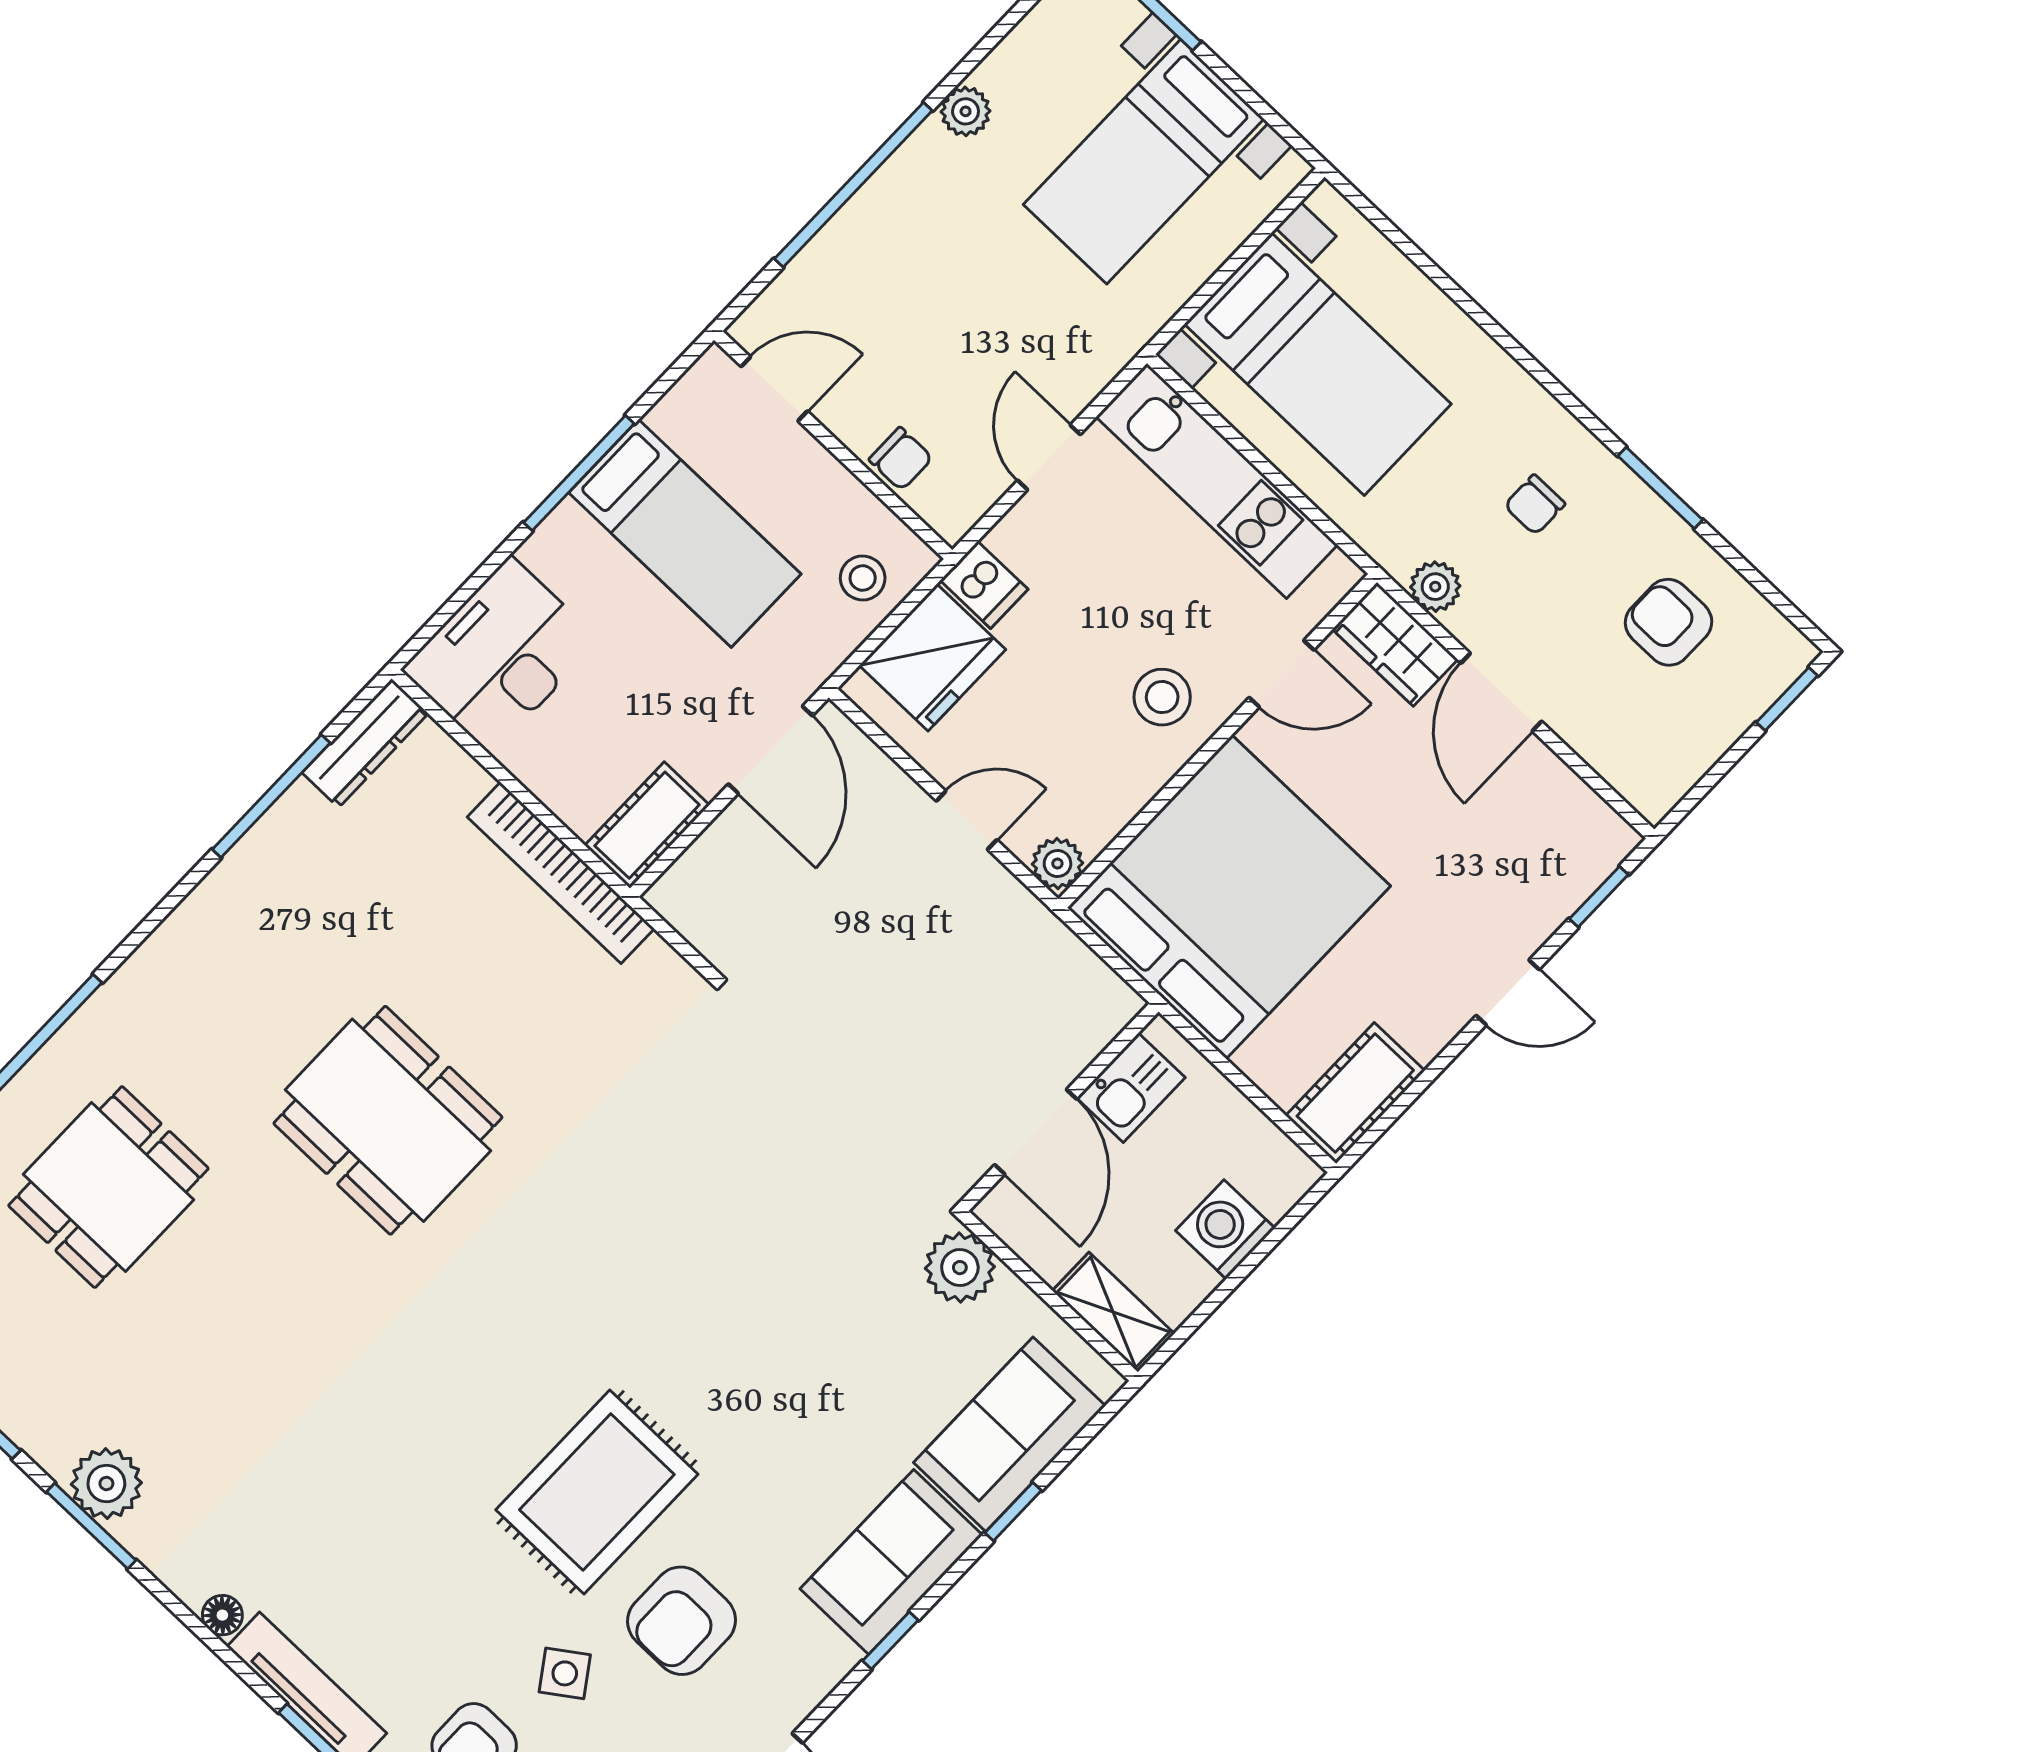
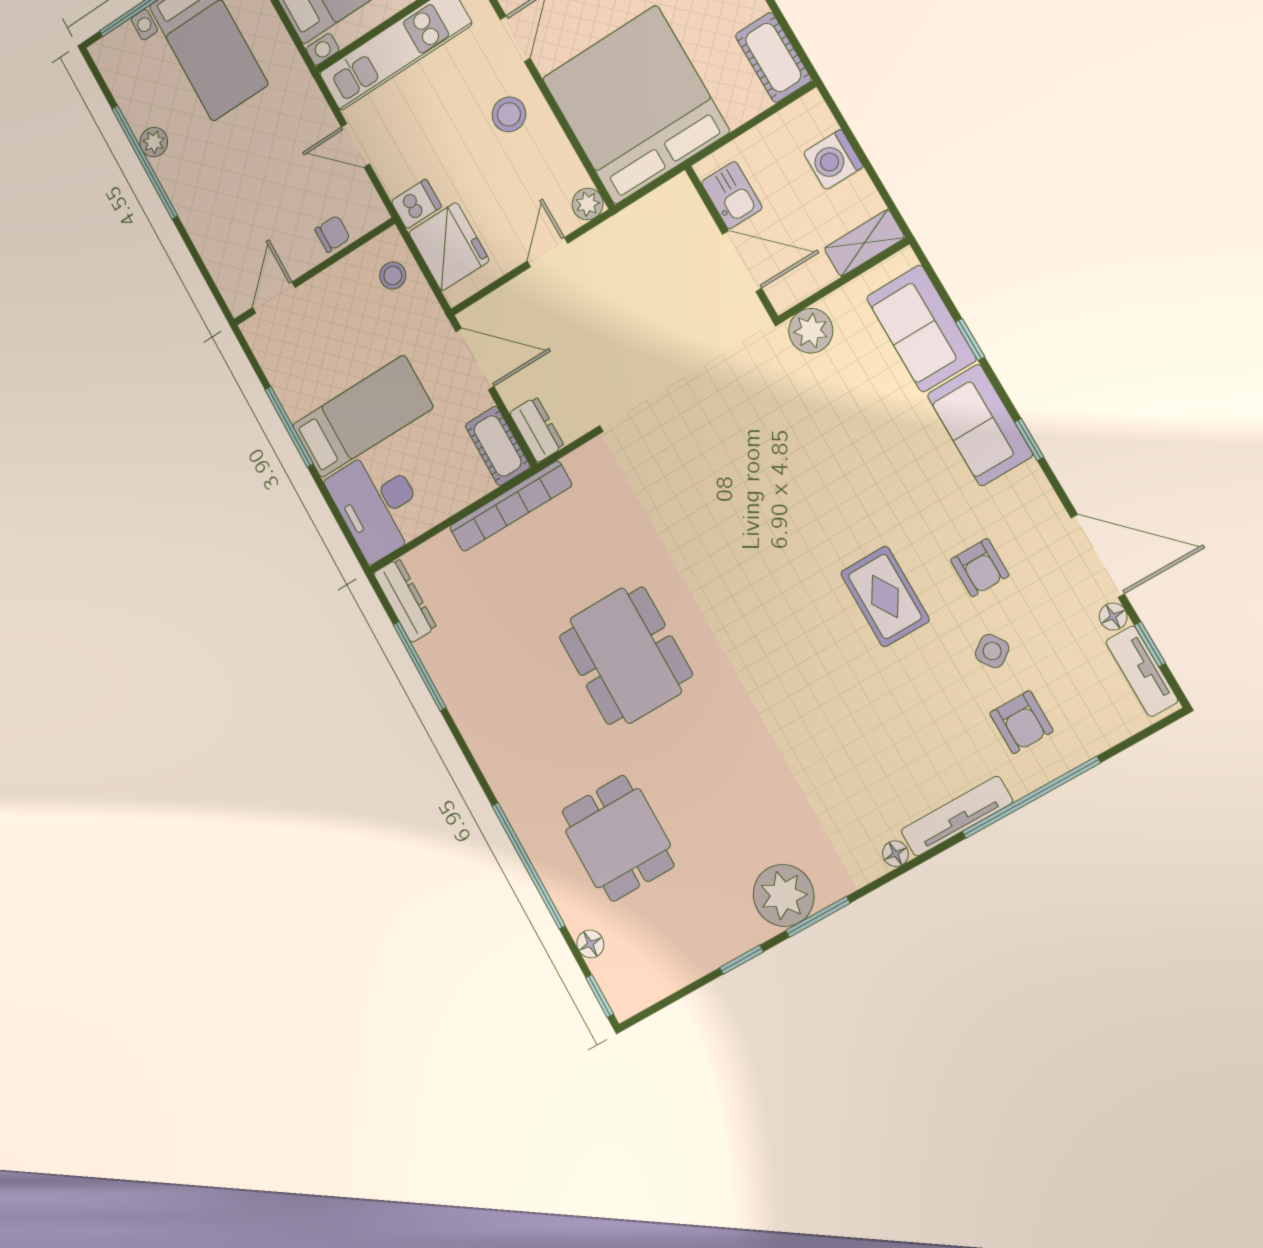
window: (853, 185) -> (145, 162), moved
bed: (685, 533) -> (363, 416), moved
dresser: (690, 881) -> (537, 429), added
dining table: (388, 1120) -> (626, 656), turned 90
plant: (106, 1484) -> (784, 895), width x1.36, depth x1.36
rug: (597, 1492) -> (885, 597), width x0.73, depth x0.70
armchair: (682, 1621) -> (980, 568), width x0.72, depth x0.72

